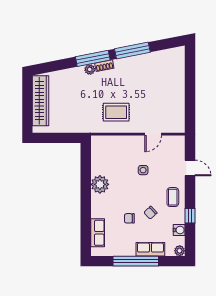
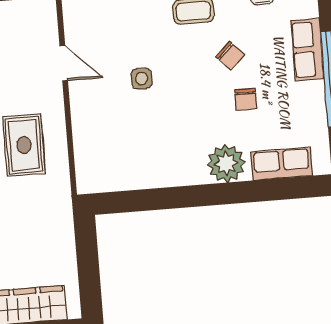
plant: (100, 184) -> (226, 163), moved

